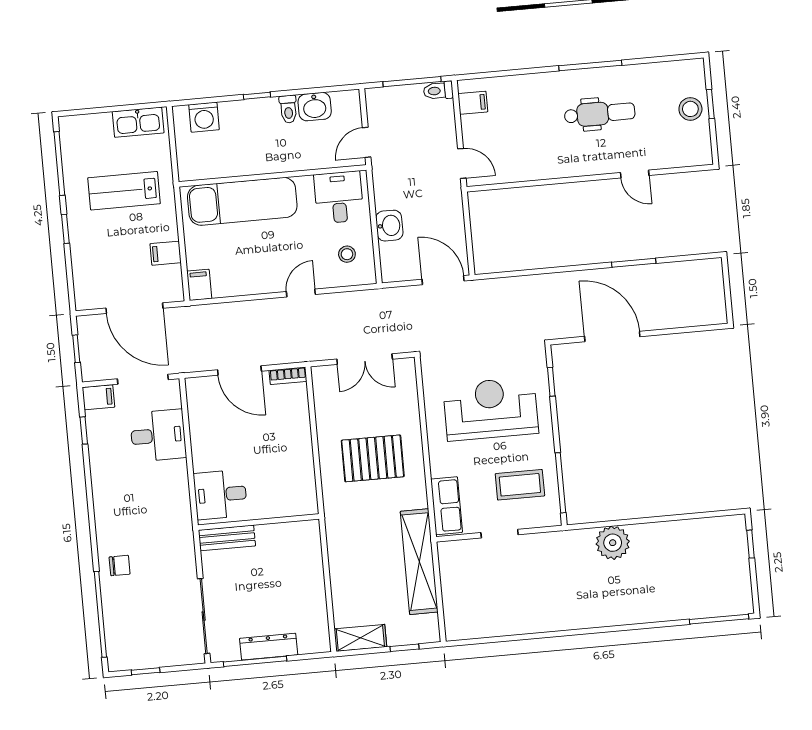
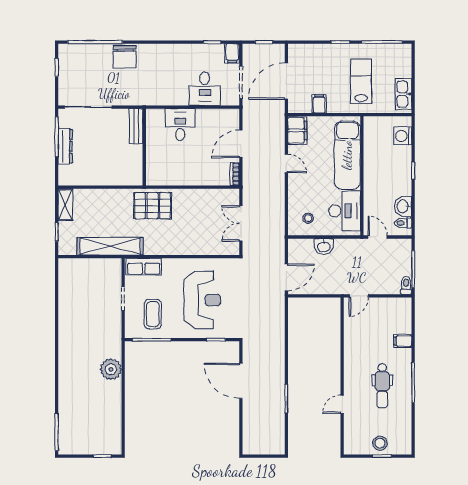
filing cabinet: (473, 103) -> (403, 341), moved, turned 90
toilet: (288, 109) -> (403, 223), moved
desk: (339, 197) -> (344, 211), width x1.37
filing cabinet: (199, 285) -> (297, 130), width x2.00
door: (301, 293) -> (286, 163), moved
door: (612, 337) -> (241, 381), swing flipped
pallet: (373, 458) -> (153, 206), moved, turned 90
desk: (220, 495) -> (180, 125), moved
chair: (120, 566) -> (125, 57), width x1.87, depth x1.87

